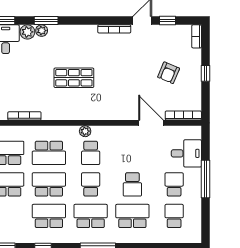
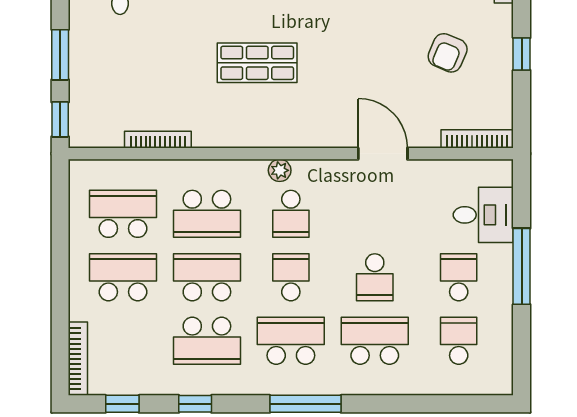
door: (151, 123) -> (383, 154), moved
school desk: (49, 216) -> (207, 341), turned 180

